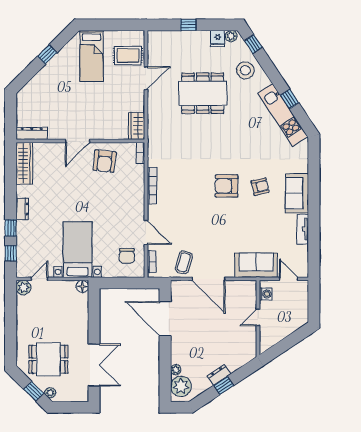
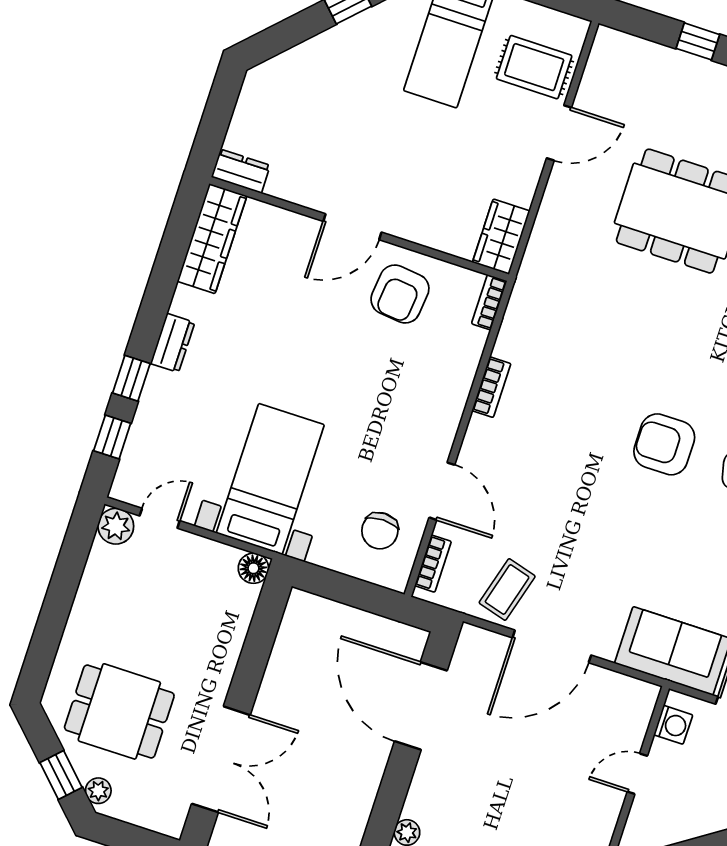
dresser: (32, 133) -> (241, 171), width x0.70
bookcase: (152, 186) -> (491, 387), width x0.64
door: (208, 279) -> (552, 646), hinge flipped

